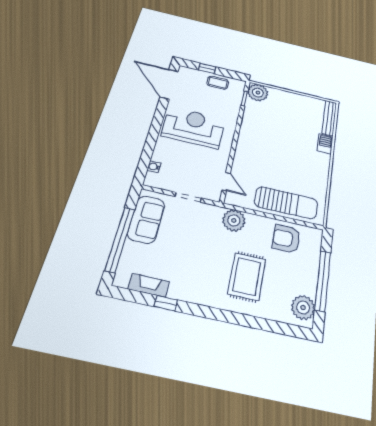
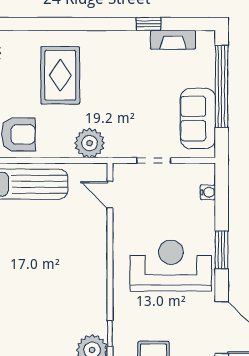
reception desk: (194, 127) -> (171, 266), turned 180
window: (155, 128) -> (222, 250), added

